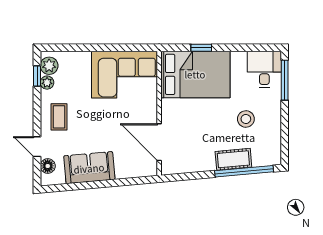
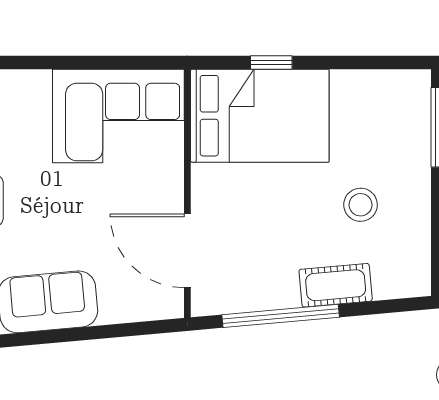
desk: (264, 69) -> (397, 105), removed
window: (244, 171) -> (281, 316), moved

